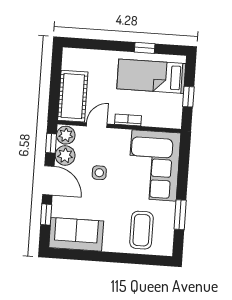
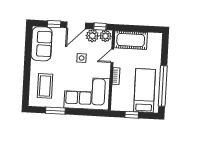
window: (145, 48) -> (163, 86), width x3.17
door: (97, 125) -> (112, 56), swing flipped
coffee table: (141, 230) -> (45, 86), turned 90

